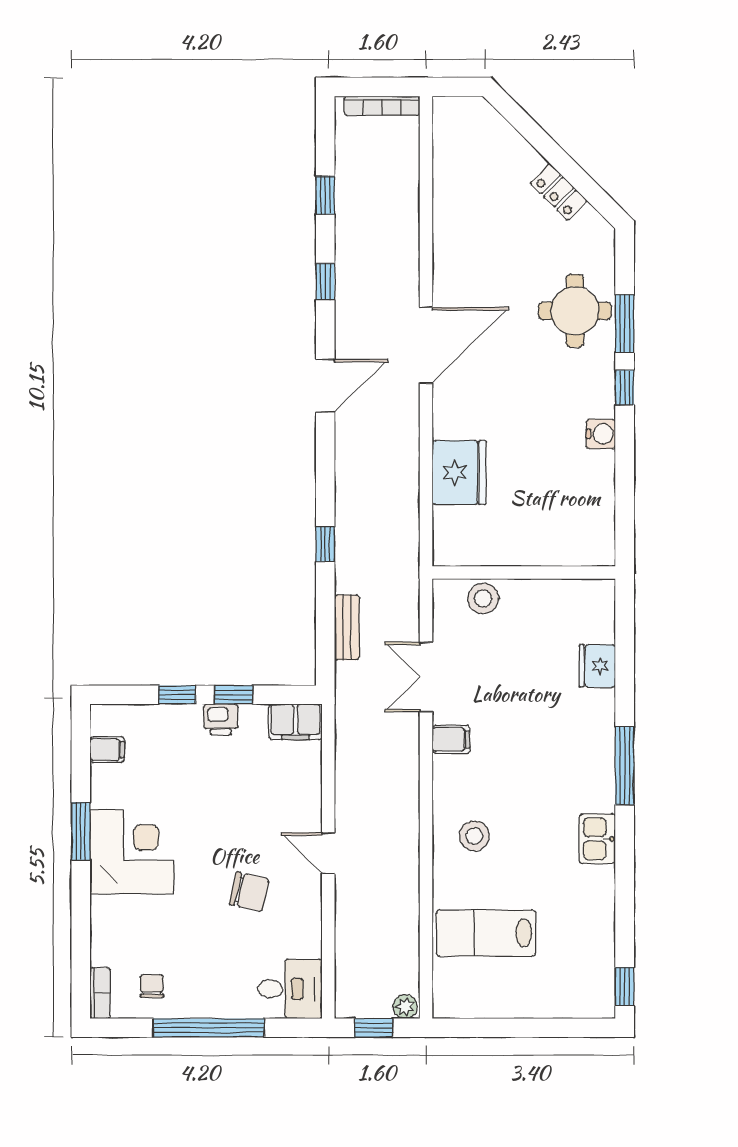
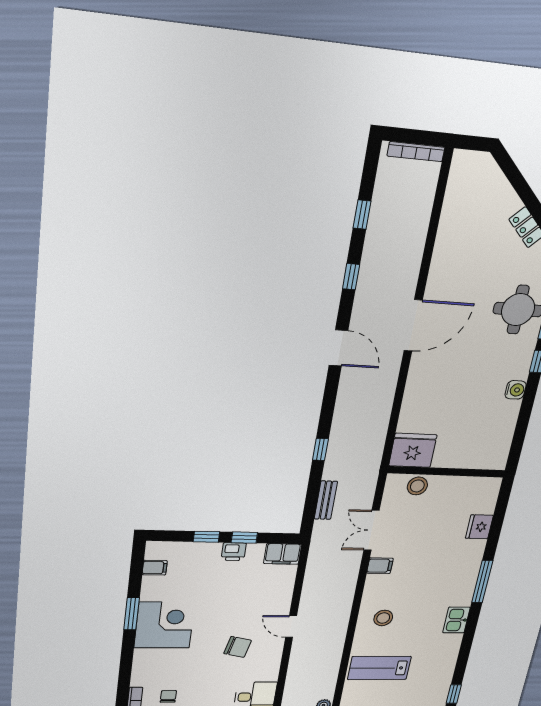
door: (325, 386) -> (338, 348), hinge flipped
fridge: (459, 472) -> (413, 450), moved, turned -90

